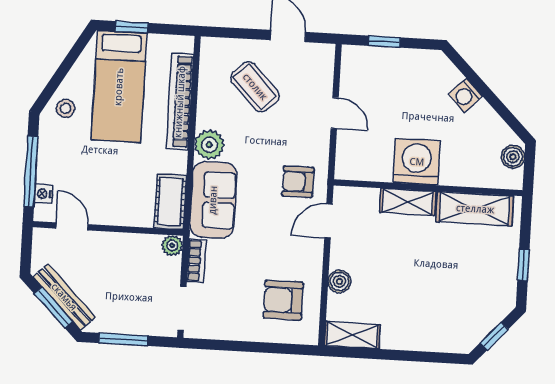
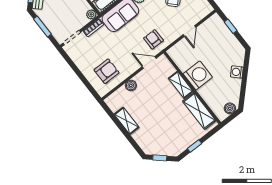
armchair: (283, 300) -> (107, 71), turned 90
shelving: (352, 335) -> (127, 121), moved

